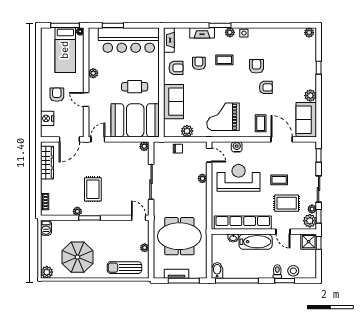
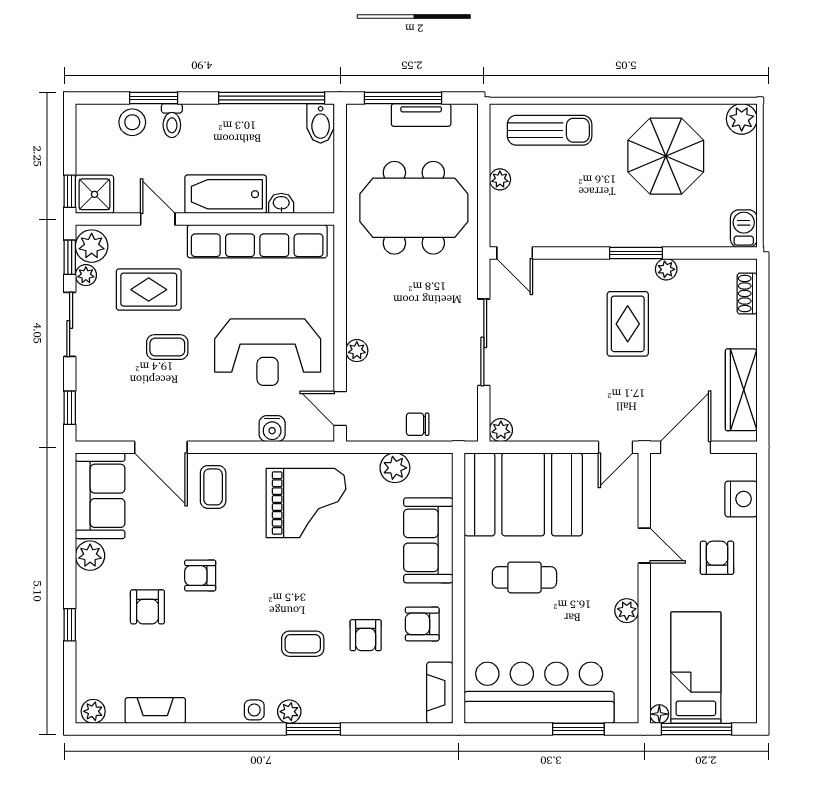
fireplace: (202, 33) -> (155, 710), moved
armchair: (256, 66) -> (147, 607), moved
armchair: (57, 95) -> (717, 558), turned 180

